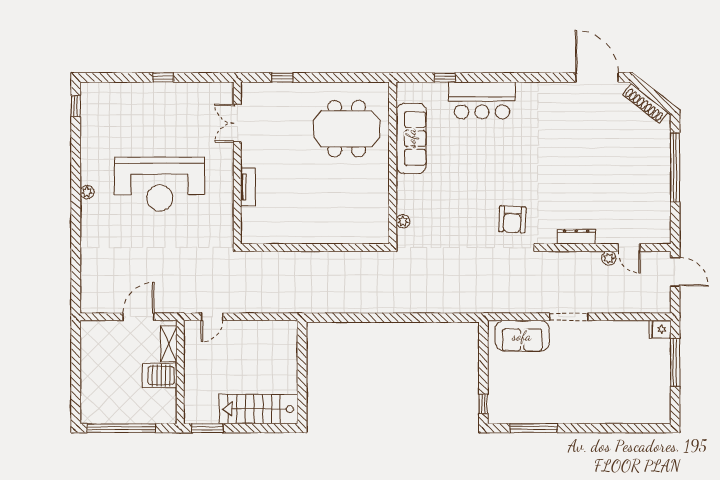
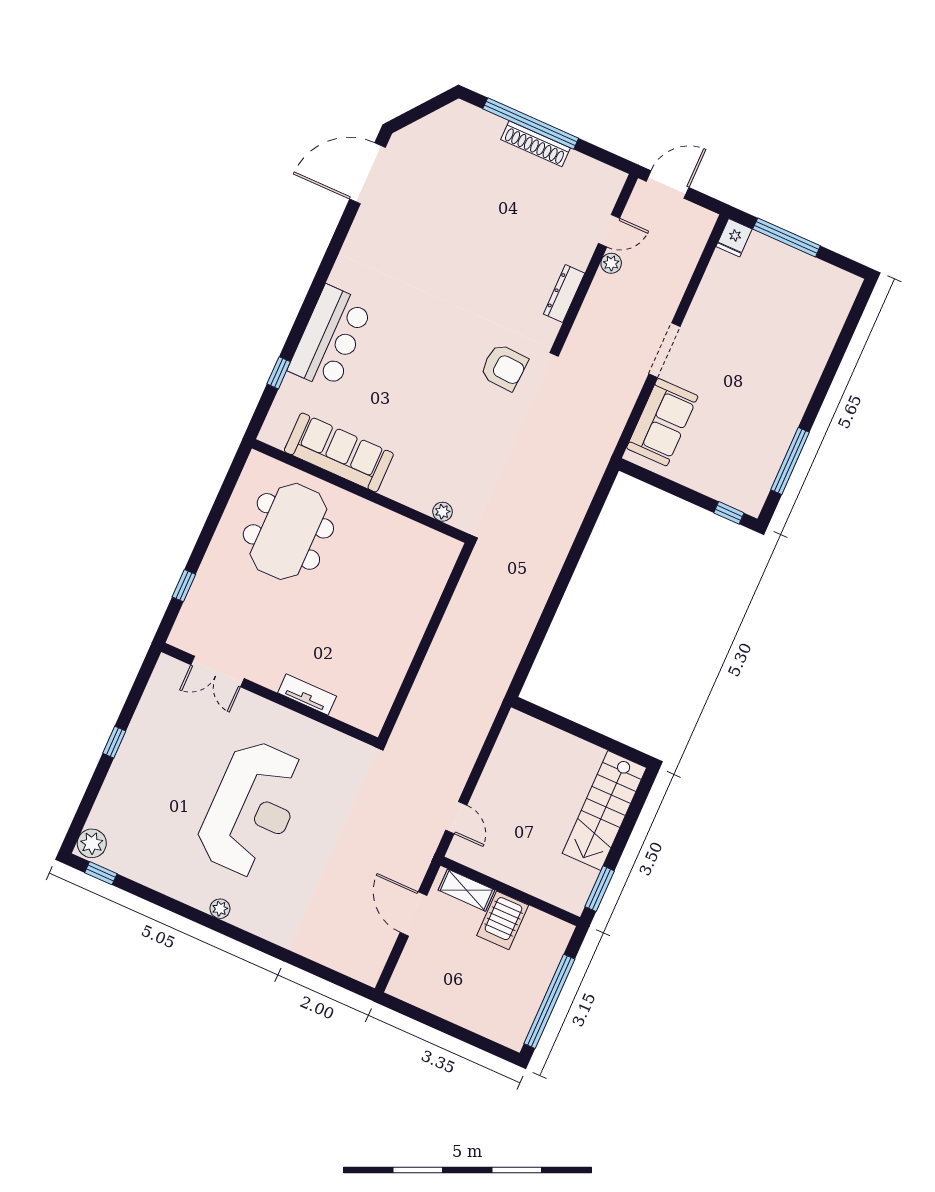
plant: (92, 92) -> (92, 843), added
shoe rack: (645, 103) -> (535, 144), moved, turned 52

